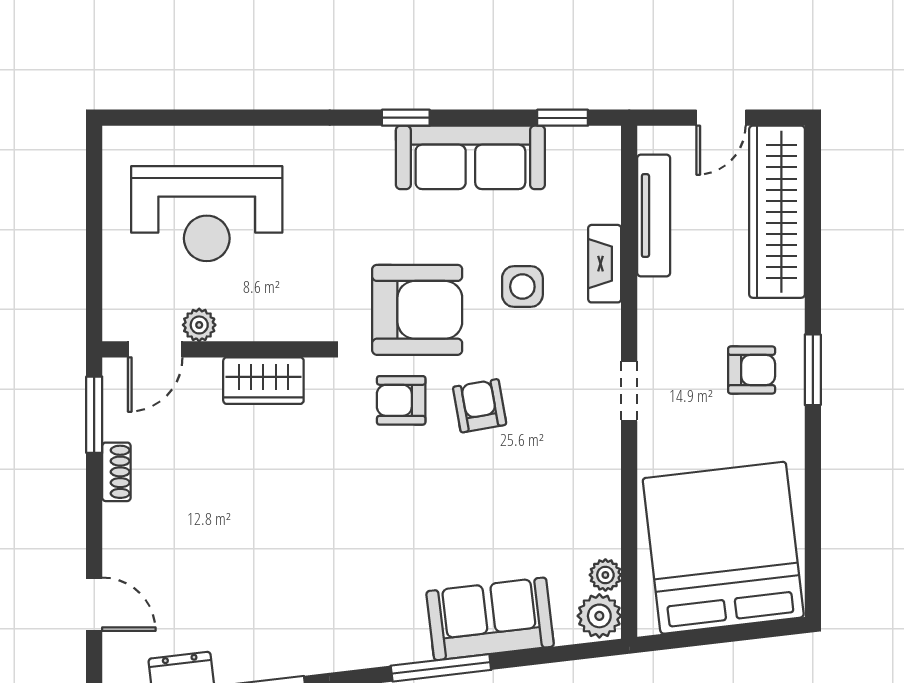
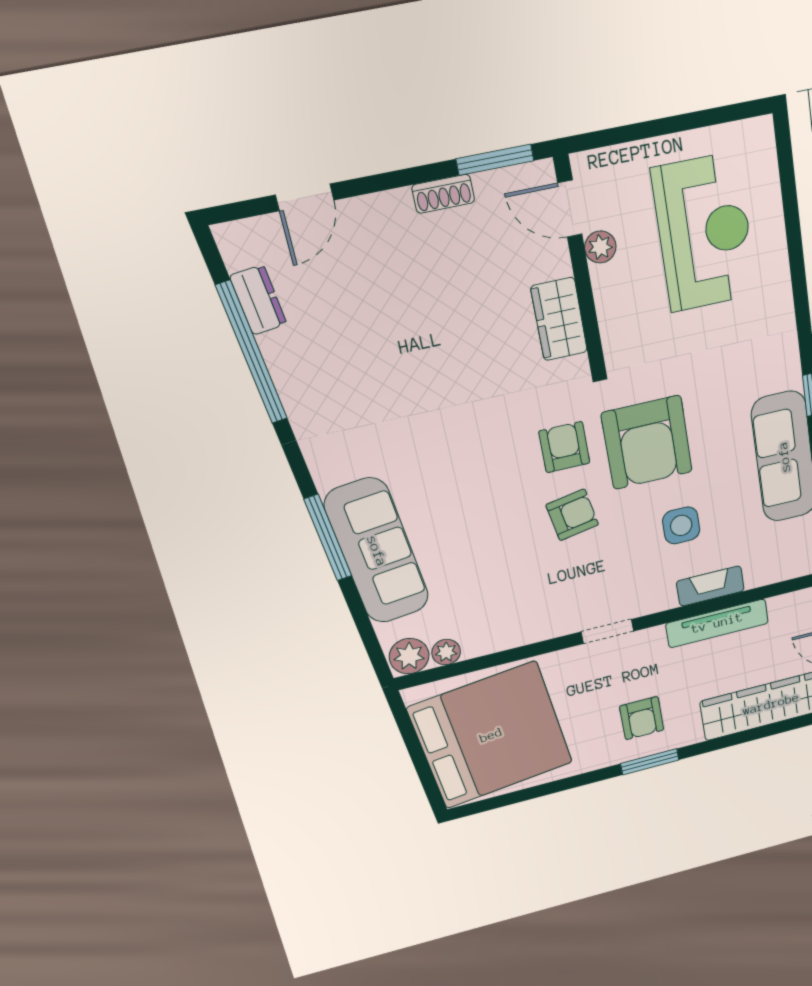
reception desk: (207, 214) -> (704, 233), turned 180
tv unit: (654, 216) -> (717, 623), moved
sofa: (490, 619) -> (377, 551), width x1.36

